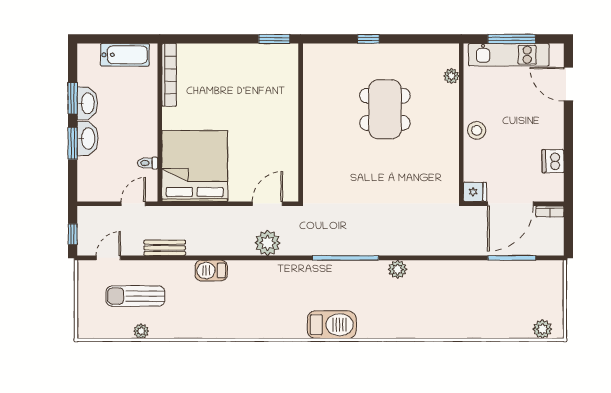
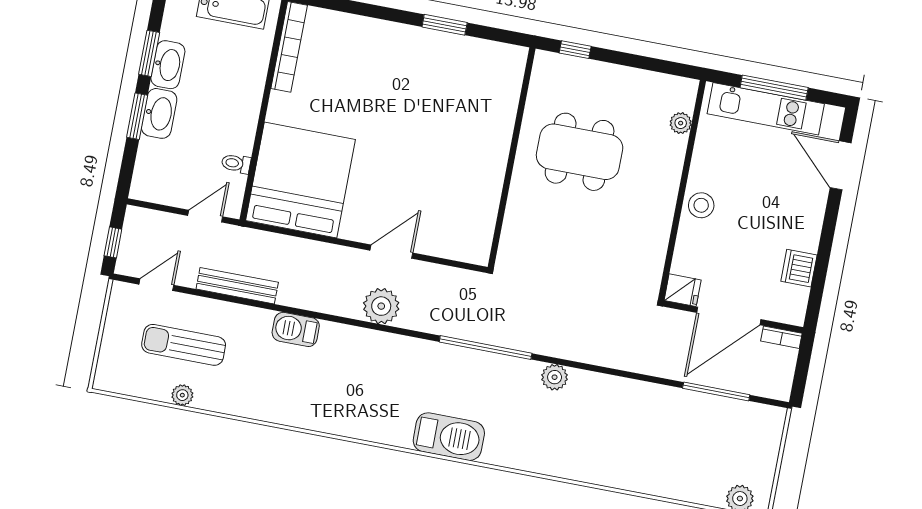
dining table: (385, 109) -> (580, 152), turned 90
wall: (301, 122) -> (512, 158), moved
bench: (165, 248) -> (237, 286), width x1.36

